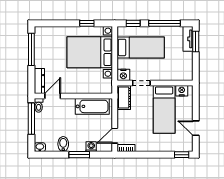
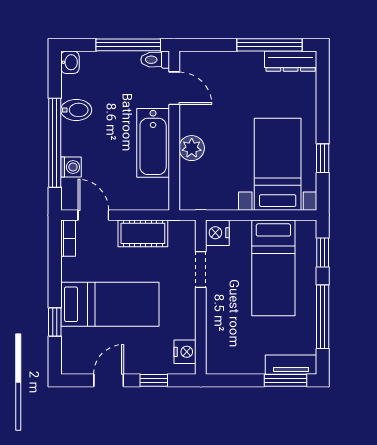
bed with nightstands: (90, 52) -> (278, 164), width x0.73
dresser: (39, 81) -> (291, 61), moved
plant: (82, 87) -> (192, 148), added
cot: (124, 98) -> (143, 233), moved
bathtub: (92, 106) -> (153, 143), moved
window: (196, 106) -> (154, 380), added
bed: (164, 109) -> (110, 304), moved, turned 180
window: (79, 155) -> (55, 143), width x2.11
window: (182, 155) -> (55, 322), moved

